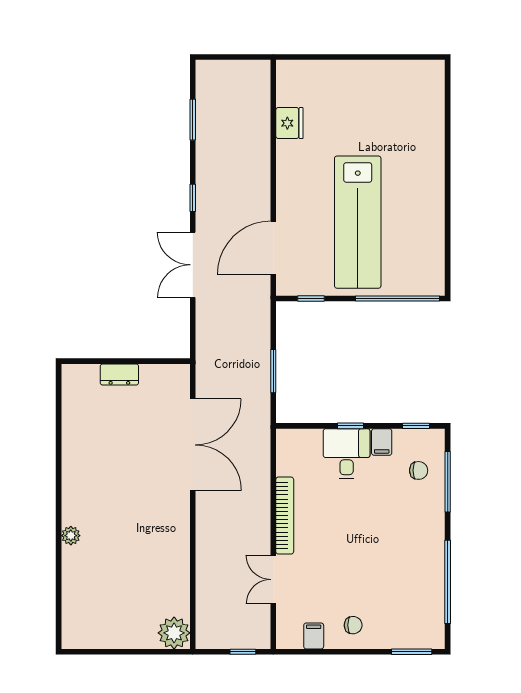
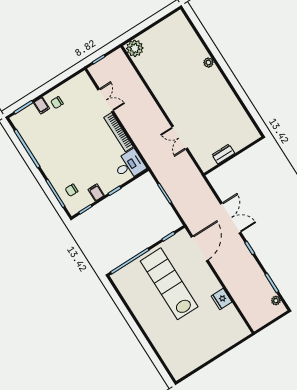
plant: (204, 87) -> (276, 301), added
fridge: (289, 123) -> (222, 299), moved
dresser: (119, 375) -> (223, 154), moved
double door: (193, 445) -> (180, 138), width x0.54
desk: (347, 454) -> (129, 165), moved, turned -90
filing cabinet: (314, 636) -> (42, 106), moved

